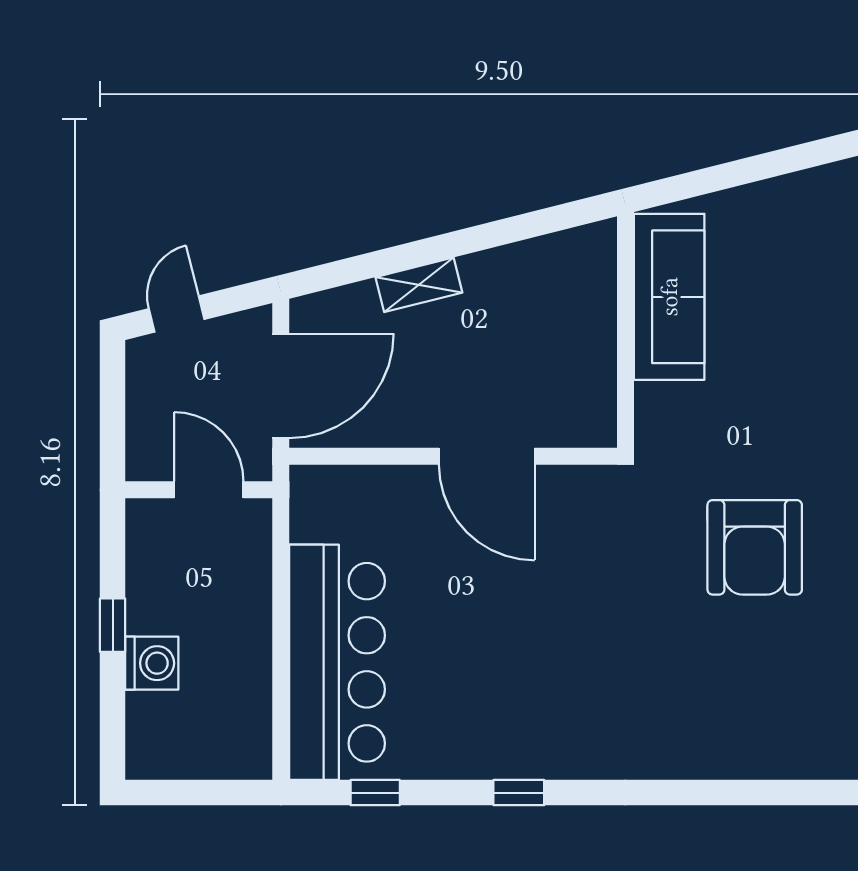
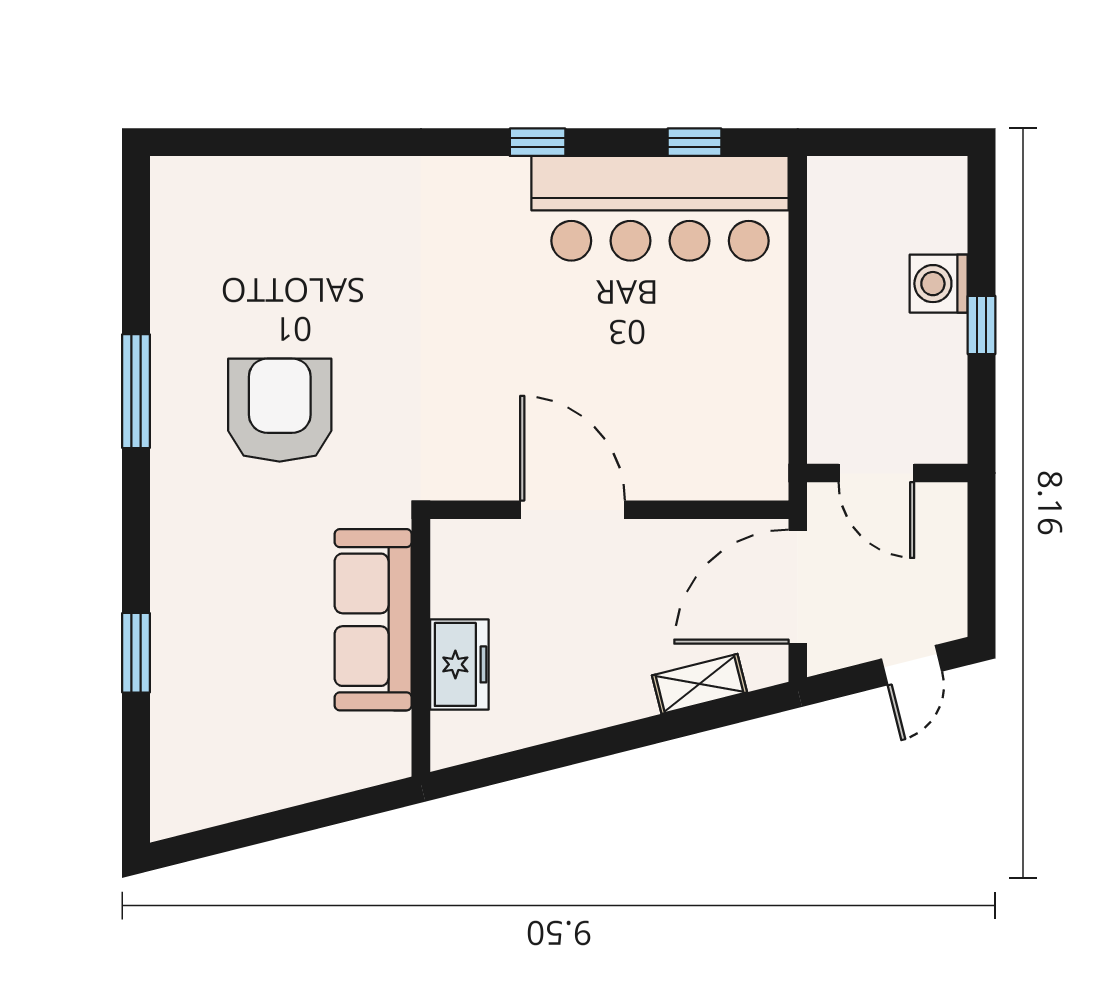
shelving: (419, 285) -> (699, 684), moved
sofa: (669, 297) -> (373, 620), moved
freezer: (590, 315) -> (459, 664), added
bar counter: (337, 662) -> (660, 208), moved, turned -90

